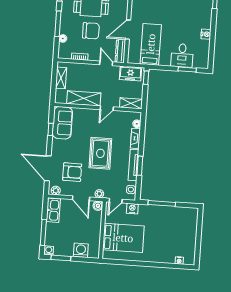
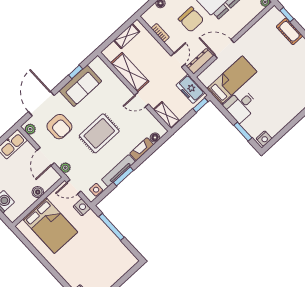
nightstand: (206, 34) -> (264, 139), moved
desk: (182, 55) -> (241, 105), moved
sofa: (62, 123) -> (80, 86), moved
boiler: (98, 206) -> (38, 192), moved

